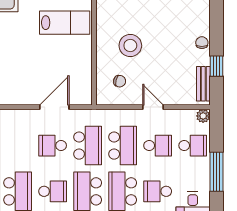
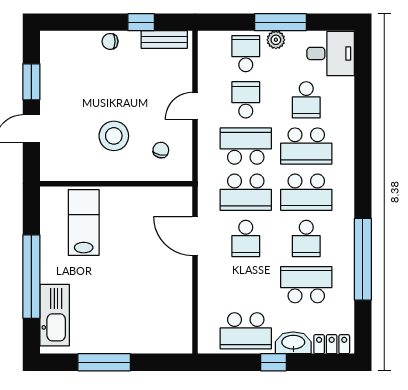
plant: (203, 116) -> (276, 40), moved
school desk: (88, 146) -> (246, 192), turned 180
school desk: (53, 191) -> (306, 238), turned 180

